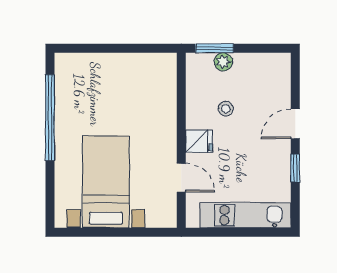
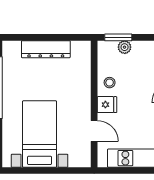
dresser: (115, 65) -> (46, 49), added
stool: (226, 109) -> (110, 83), moved

